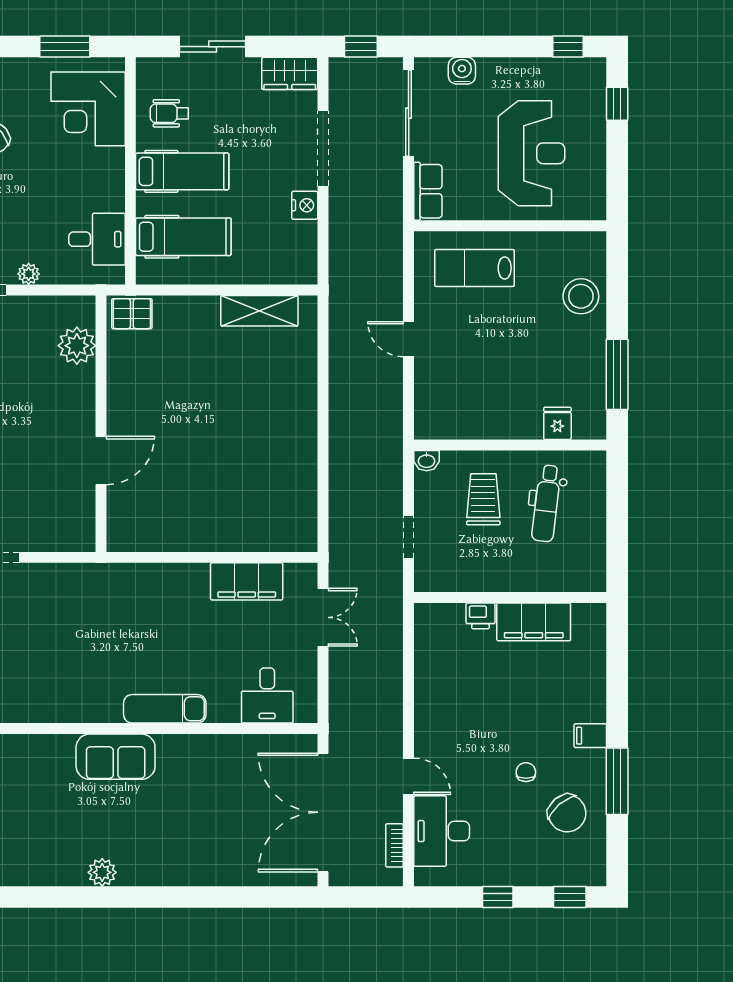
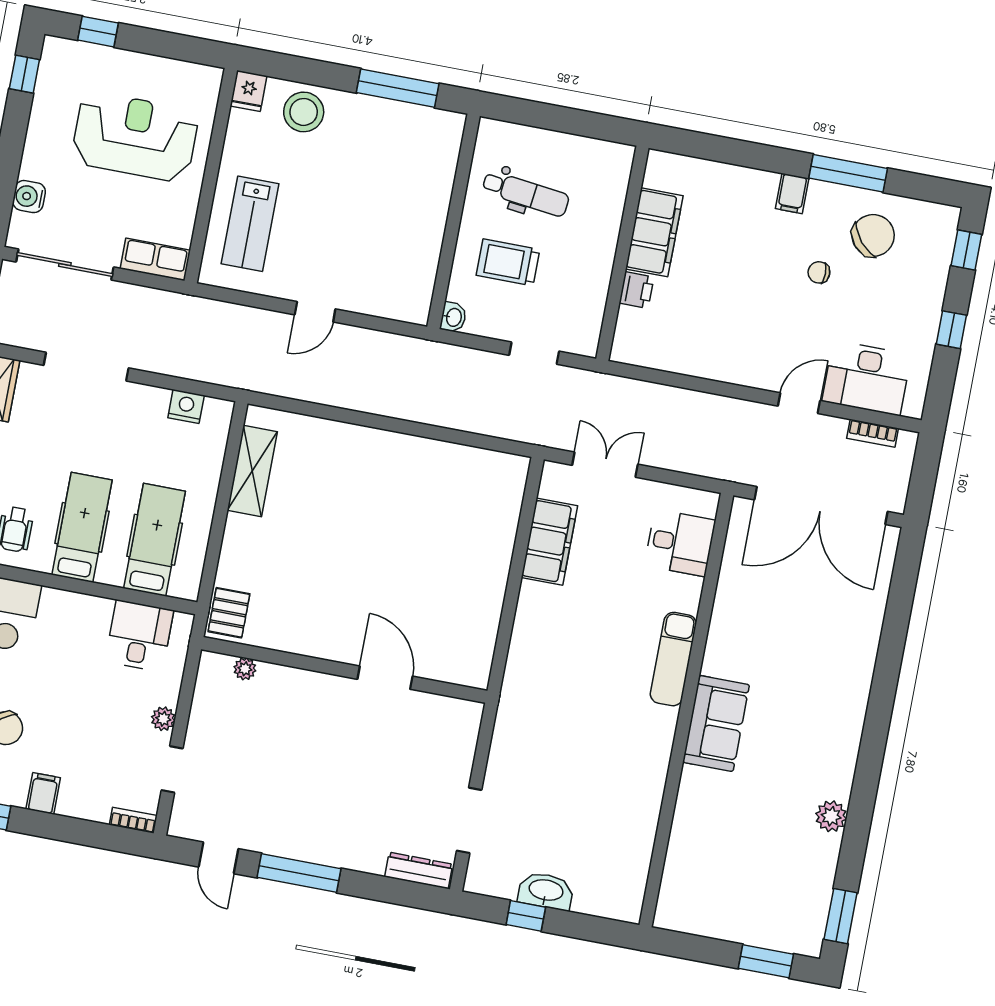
nightstand: (305, 205) -> (186, 406), moved
plant: (77, 346) -> (245, 669), width x0.53, depth x0.53
fridge: (557, 423) -> (248, 91), moved, turned -90
plant: (102, 872) -> (831, 816), moved

